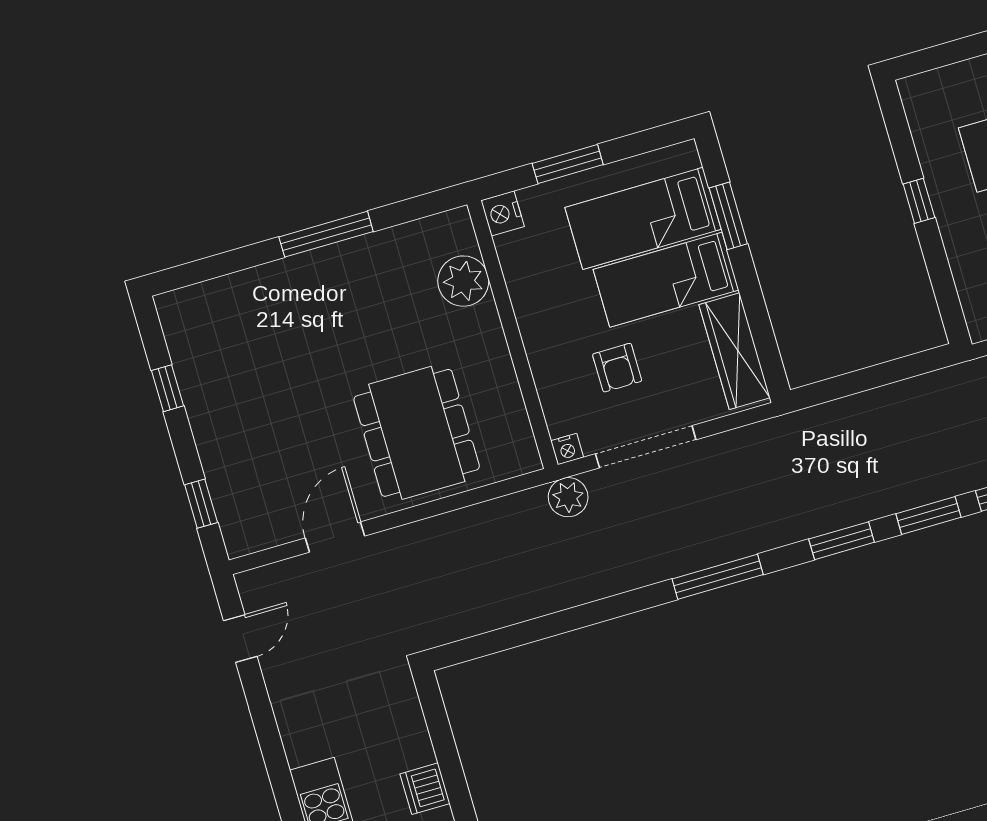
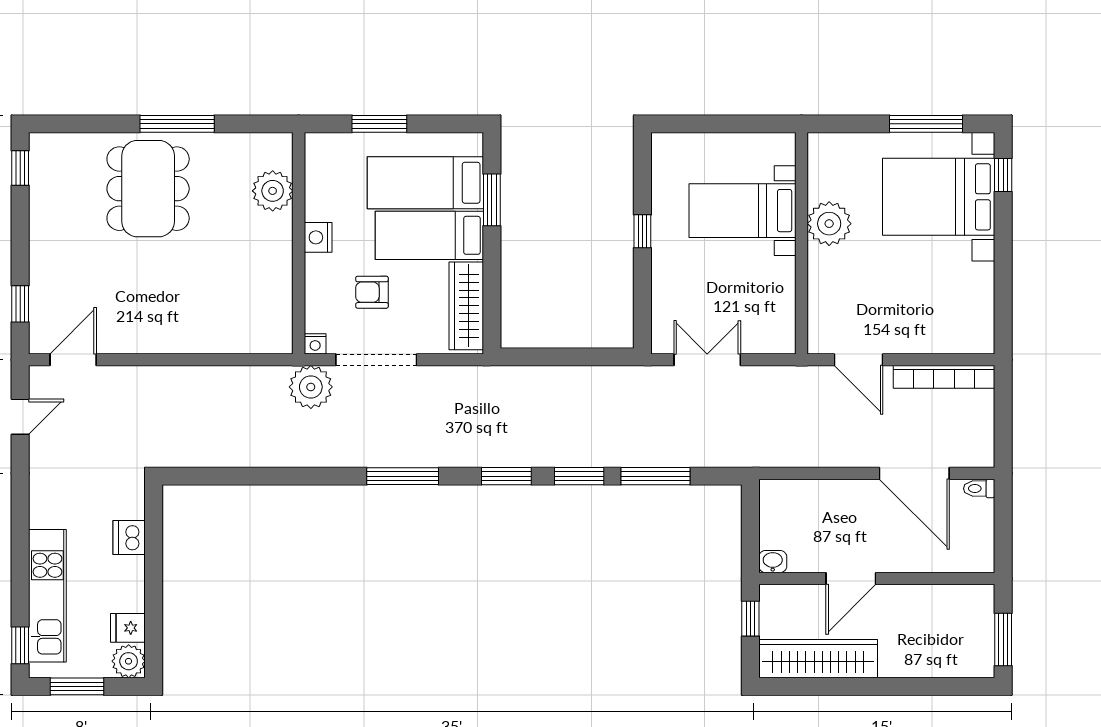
nightstand: (503, 213) -> (318, 237), moved
armchair: (617, 368) -> (372, 292), turned 90
window: (168, 388) -> (20, 168), moved
dining table: (417, 433) -> (148, 189), moved
plant: (568, 497) -> (311, 387), width x1.36, depth x1.36
door: (335, 537) -> (73, 360), moved
dishwasher: (425, 789) -> (129, 537), moved

